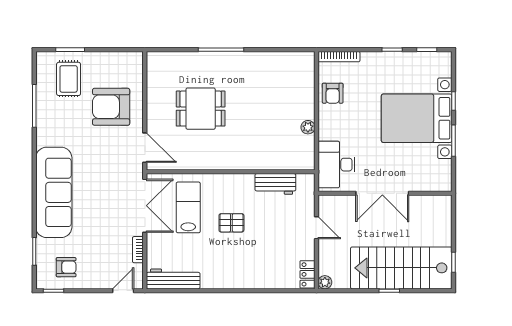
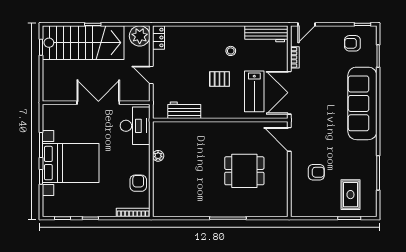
armchair: (111, 107) -> (316, 172), width x0.53, depth x0.53
stool: (218, 258) -> (231, 51), added
plant: (325, 282) -> (140, 36), width x1.88, depth x1.88

